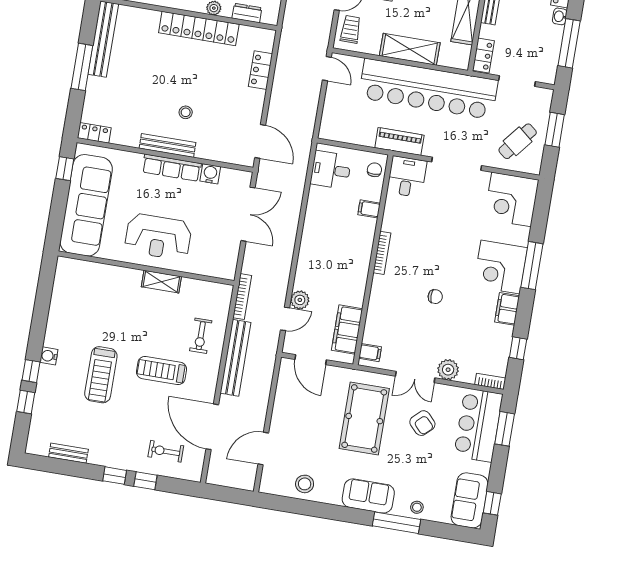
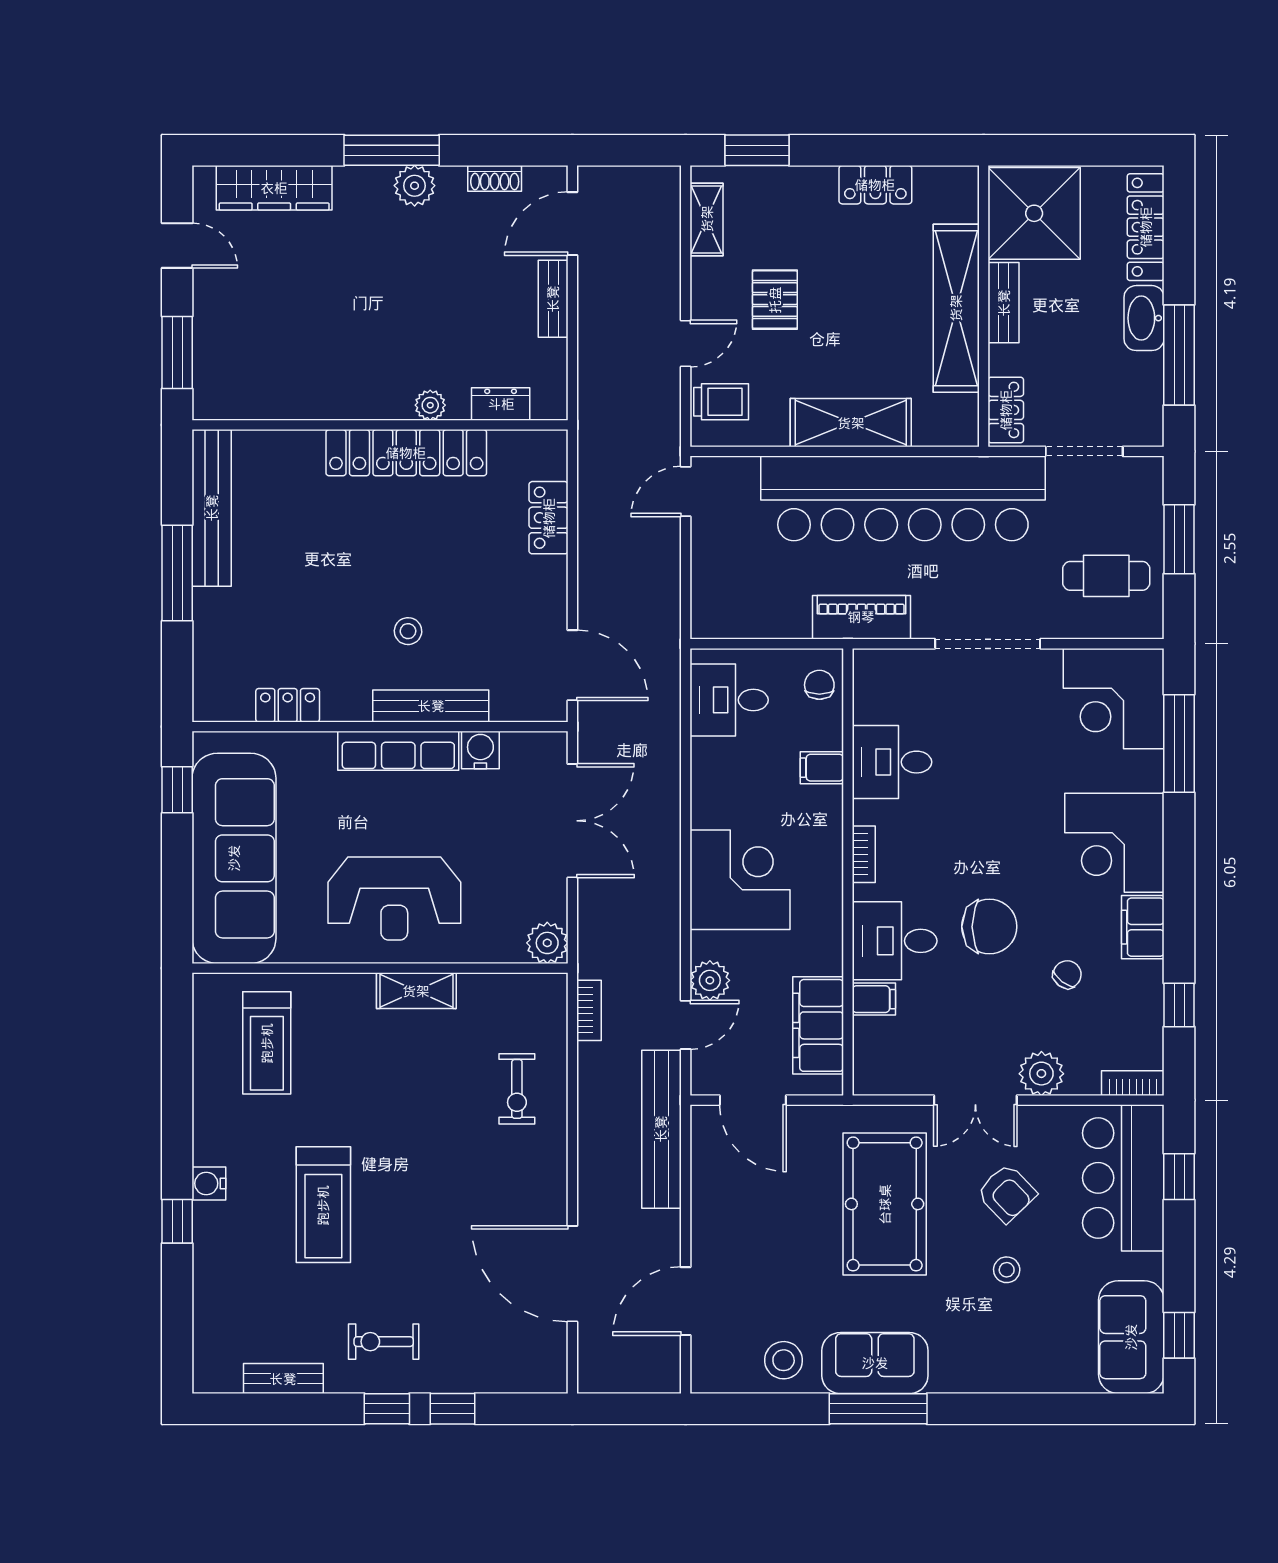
washbasin: (560, 16) -> (1144, 318), width x1.91, depth x1.45
trolley: (351, 29) -> (721, 402), turned 90
door: (327, 69) -> (686, 492), swing flipped
locker: (94, 133) -> (288, 705), moved
cafe table: (518, 141) -> (1106, 576), turned 51
bench: (168, 145) -> (431, 706), moved
desk: (407, 177) -> (892, 762), moved, turned -90
bookcase: (382, 253) -> (864, 854), width x0.64
corner desk: (322, 255) -> (740, 880), added
window: (532, 266) -> (1179, 743), moved
plant: (226, 270) -> (547, 943), added
desk: (390, 296) -> (895, 941), added
bookcase: (242, 297) -> (589, 1010), width x0.64
chair: (435, 297) -> (989, 927), width x1.87, depth x1.87
chair: (468, 325) -> (1067, 975), added
filing cabinet: (370, 353) -> (874, 999), moved
bench: (236, 358) -> (661, 1129), moved
treadmill: (162, 371) -> (267, 1043), moved, turned -90
window: (26, 402) -> (177, 1287), removed
window: (505, 429) -> (1179, 1177), width x0.67
exercise bike: (166, 451) -> (384, 1342), moved
sofa: (368, 496) -> (875, 1363), moved
stool: (417, 507) -> (1007, 1270), moved
window: (397, 523) -> (878, 1409), moved

